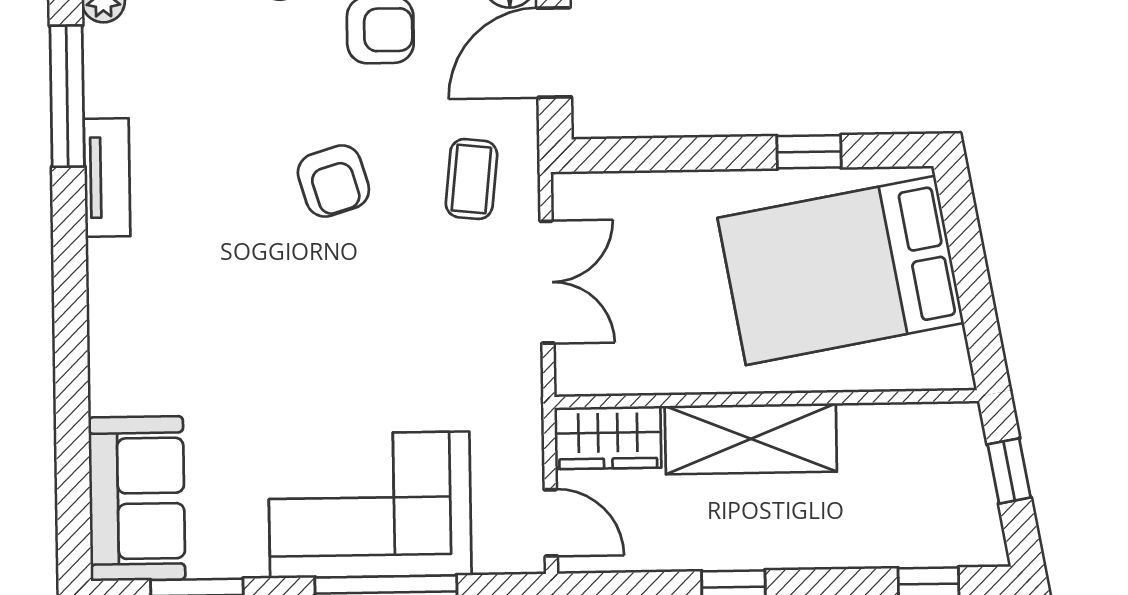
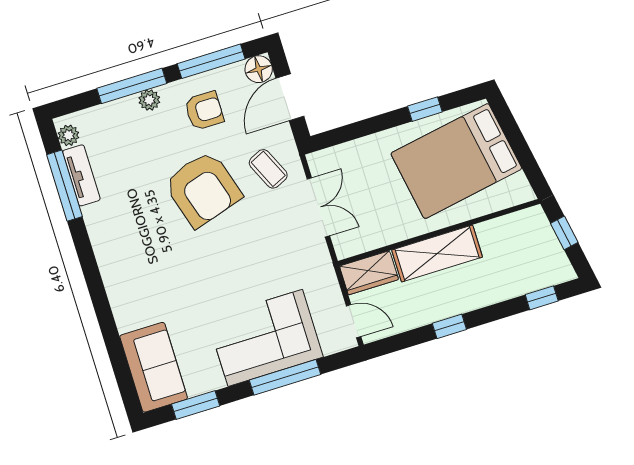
tv unit: (107, 177) -> (81, 175), moved
coffee table: (471, 179) -> (268, 169), turned -31
armchair: (333, 181) -> (203, 189), width x1.88, depth x1.88

